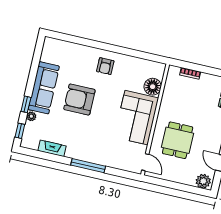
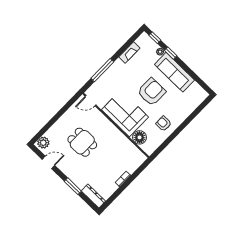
floor lamp: (153, 87) -> (140, 137), moved
corner sofa: (136, 118) -> (125, 113), moved
wall: (155, 120) -> (116, 125), moved
door: (145, 162) -> (91, 101), moved

